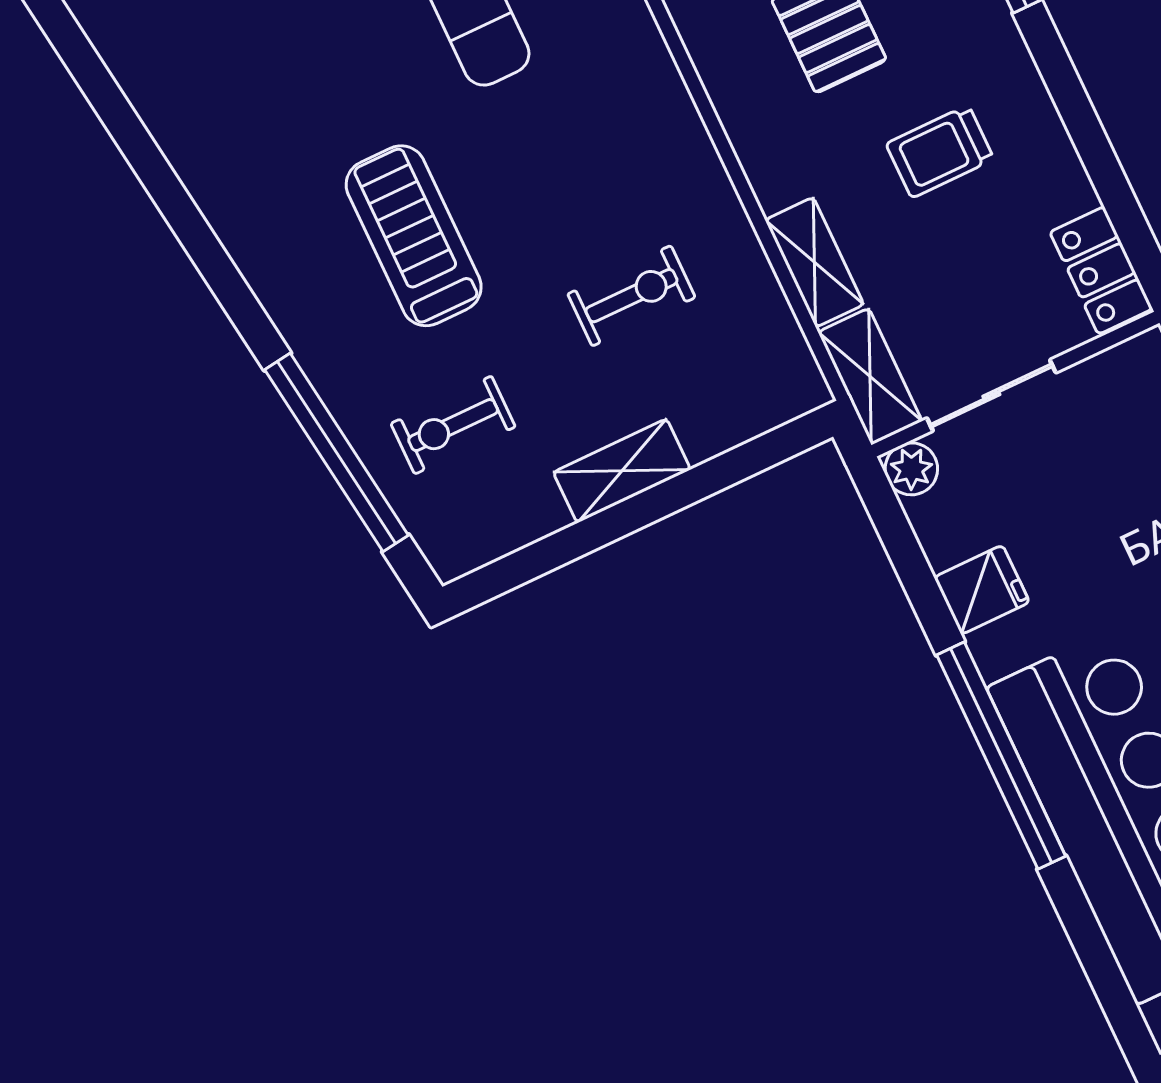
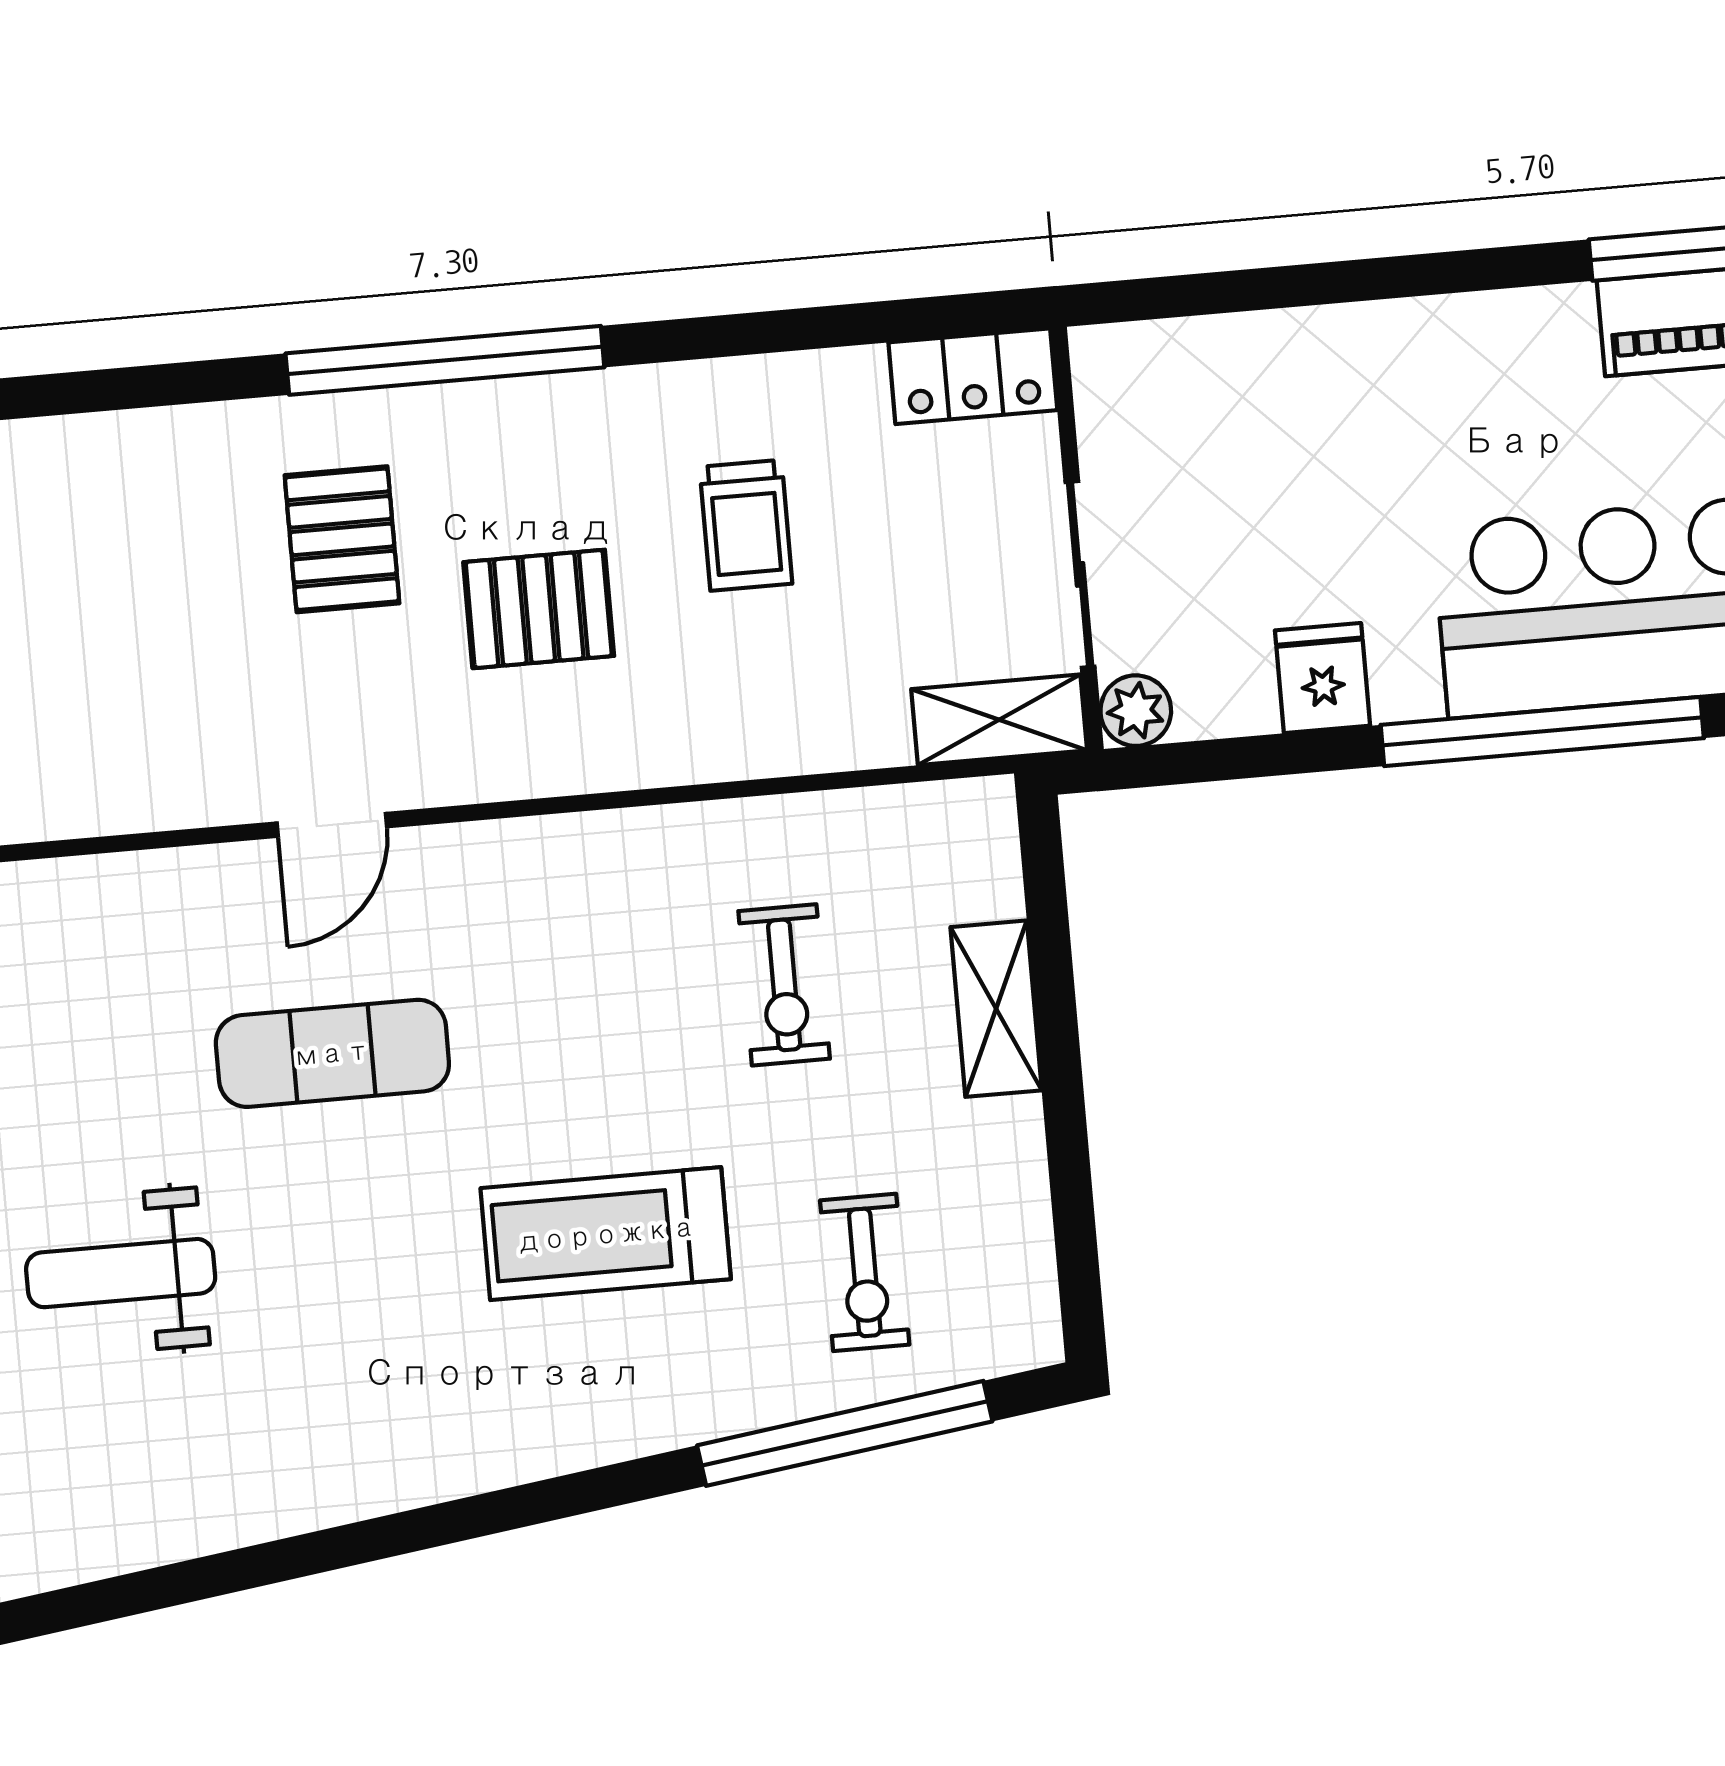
shelving: (814, 262) -> (828, 737), removed
exercise bike: (632, 296) -> (784, 985), turned 180
shelving: (622, 471) -> (996, 1009), moved

